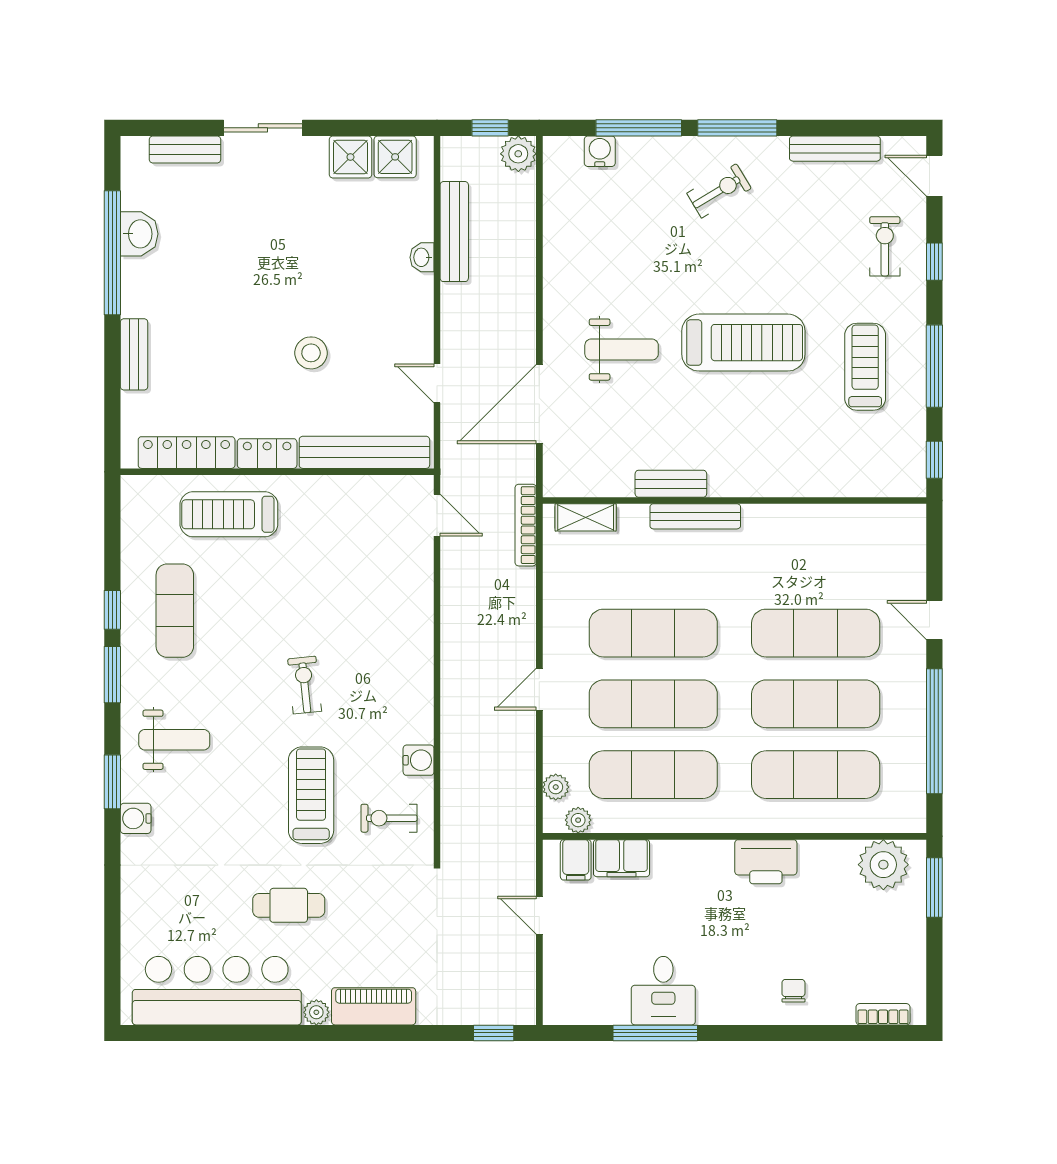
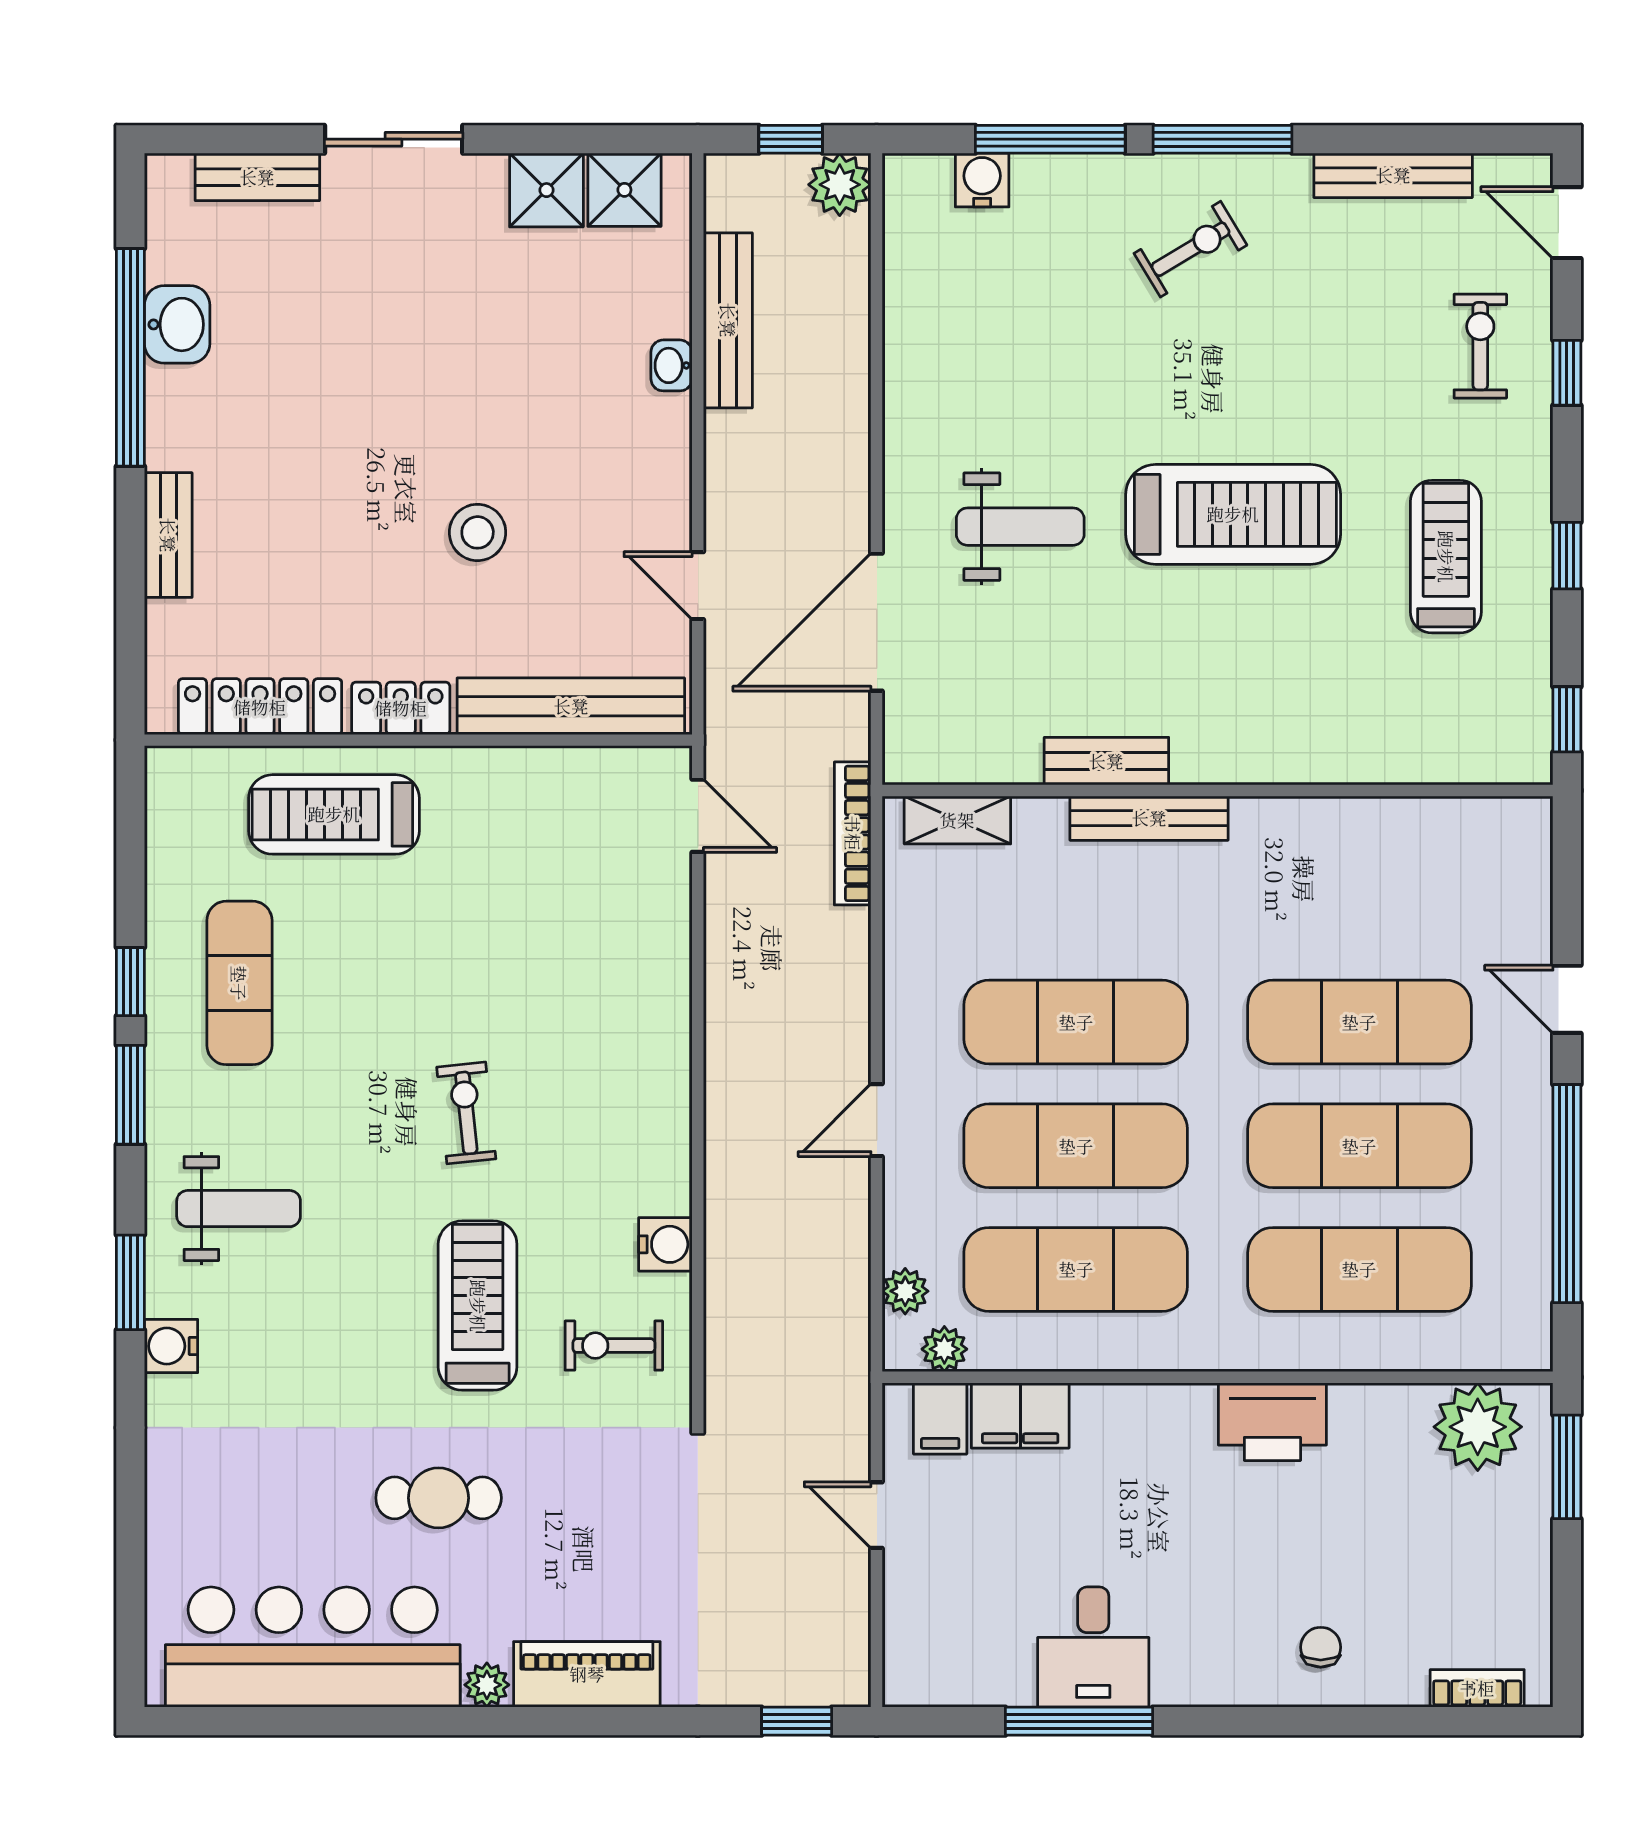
window: (934, 366) -> (1567, 556), width x0.46

